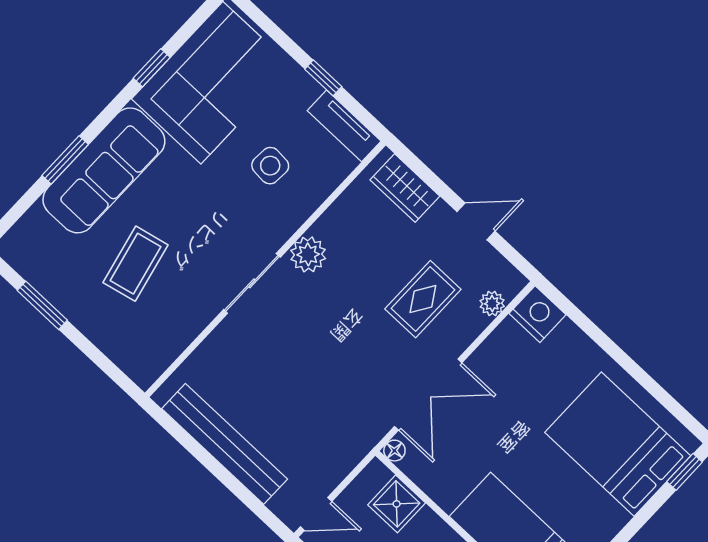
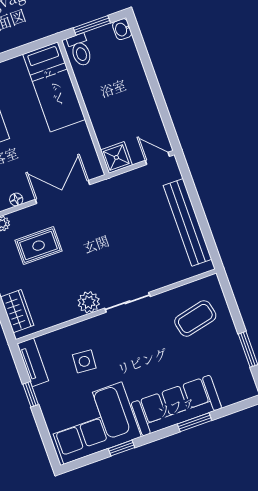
coffee table: (135, 264) -> (195, 318), moved
floor lamp: (394, 451) -> (16, 199), moved
shower: (397, 504) -> (116, 157), moved

